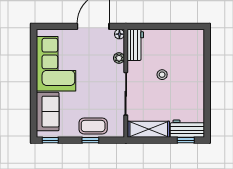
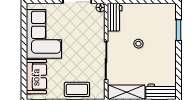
plant: (119, 58) -> (100, 29), removed
window: (207, 60) -> (179, 30), added

